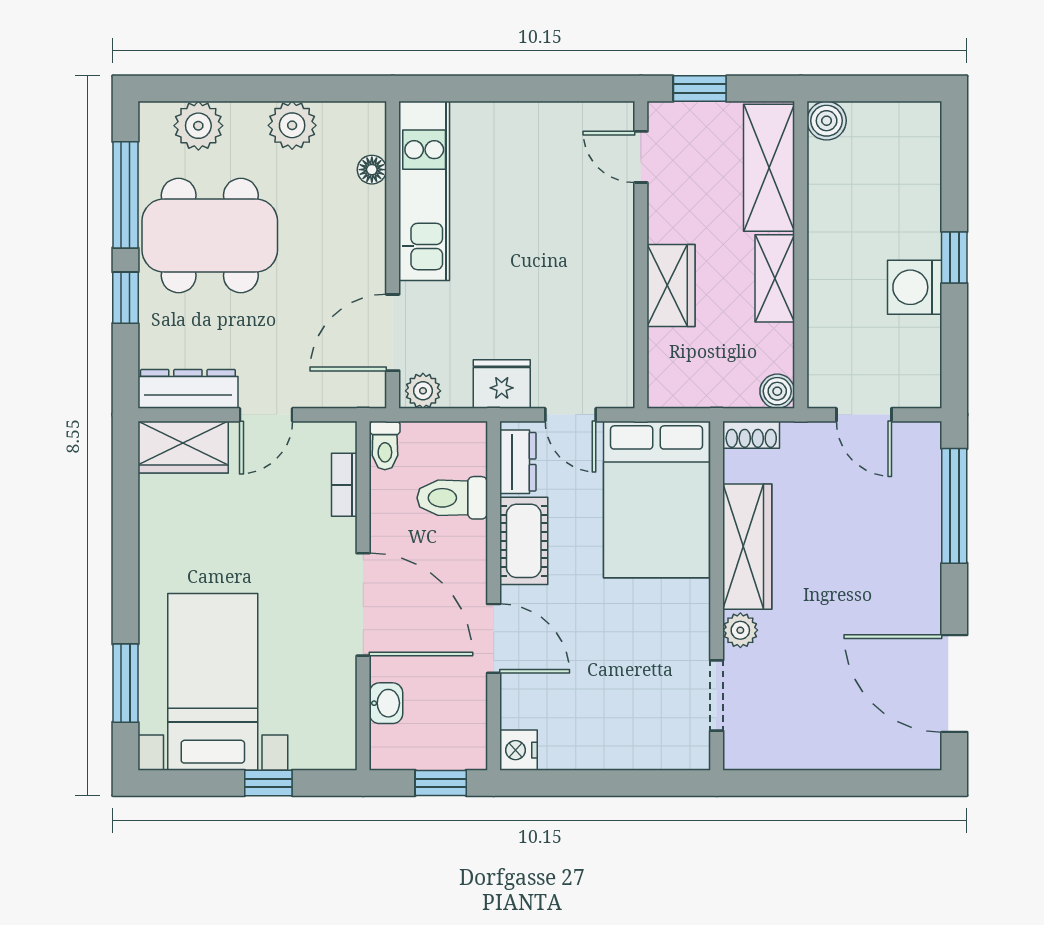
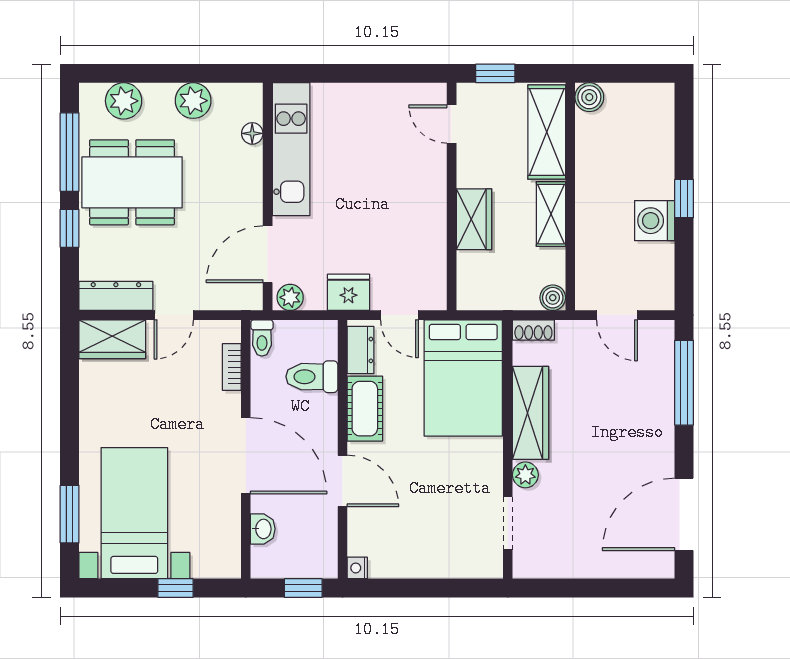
door: (954, 684) -> (684, 514), hinge flipped
nightstand: (518, 750) -> (357, 568), width x0.72, depth x0.74

